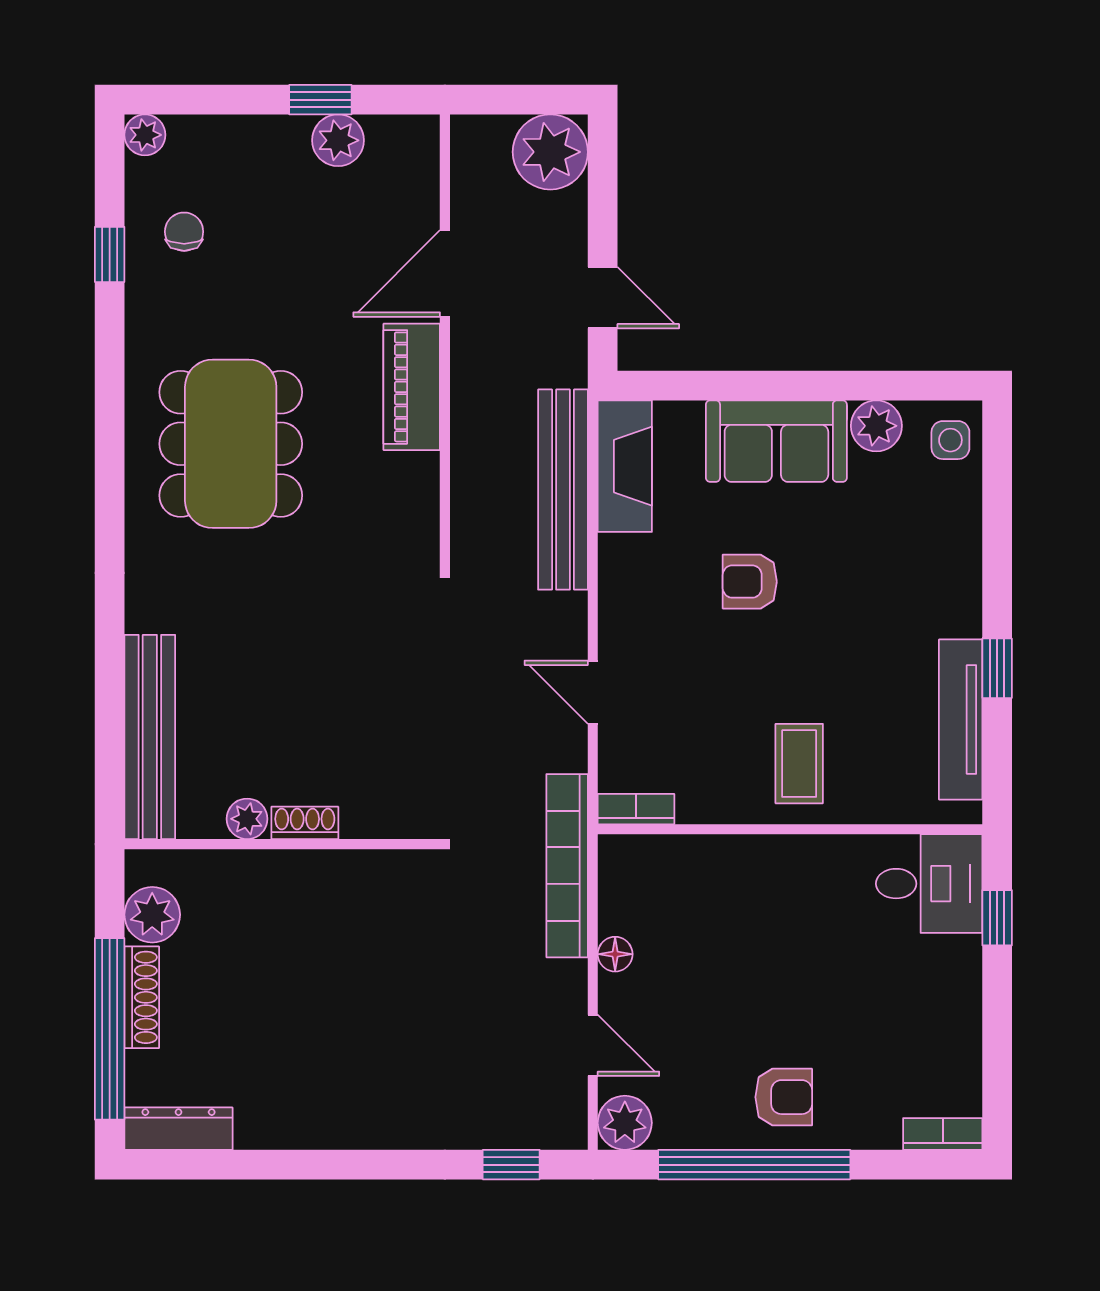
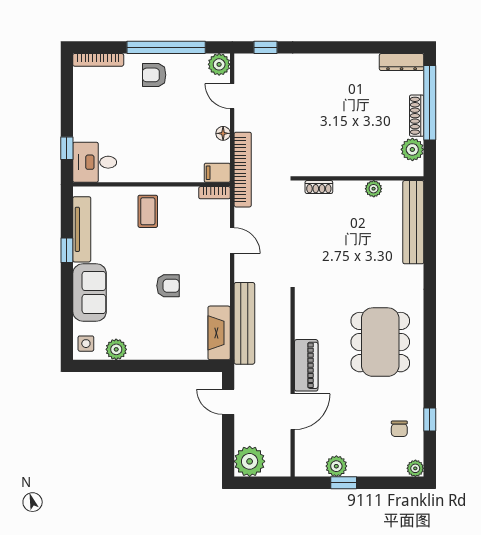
sofa: (776, 441) -> (90, 292), moved, turned 90
shoe rack: (305, 823) -> (319, 187), moved
filing cabinet: (629, 858) -> (217, 173), added
bookcase: (943, 1134) -> (98, 60), width x1.56

